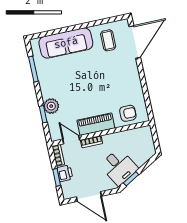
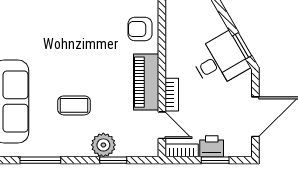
coffee table: (108, 40) -> (74, 105), moved
armchair: (128, 113) -> (140, 29), turned -90
door: (71, 140) -> (162, 125), swing flipped

